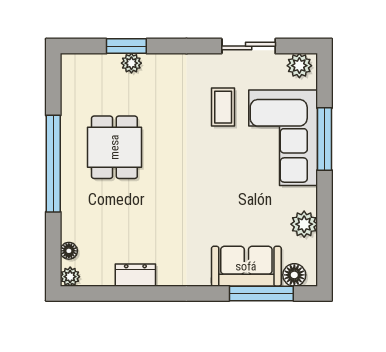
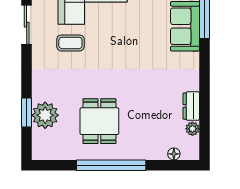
plant: (131, 63) -> (45, 115), width x1.87, depth x1.87
dining table: (114, 147) -> (99, 121), turned 90
plant: (70, 277) -> (192, 129), moved

